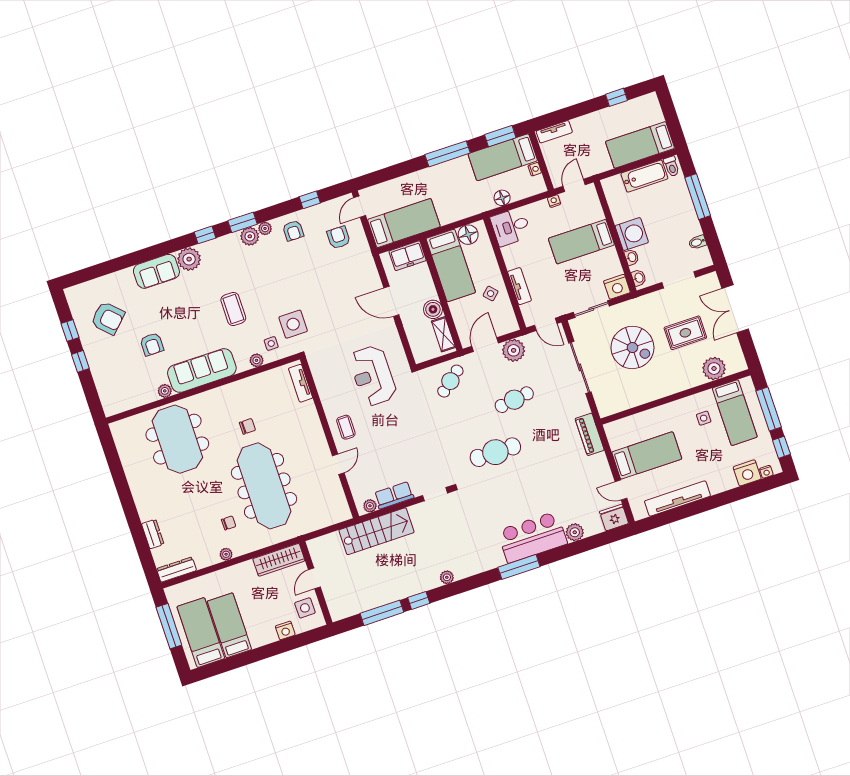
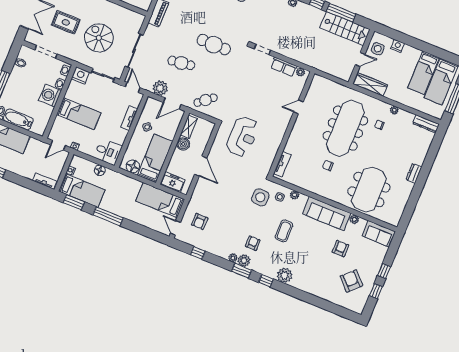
door: (360, 207) -> (176, 228), swing flipped
armchair: (293, 231) -> (253, 243), moved
sofa: (156, 271) -> (379, 234), moved, turned 180
coffee table: (346, 427) -> (278, 122), removed
stairs: (376, 531) -> (345, 29), moved, turned 180
dresser: (153, 534) -> (414, 173), moved

